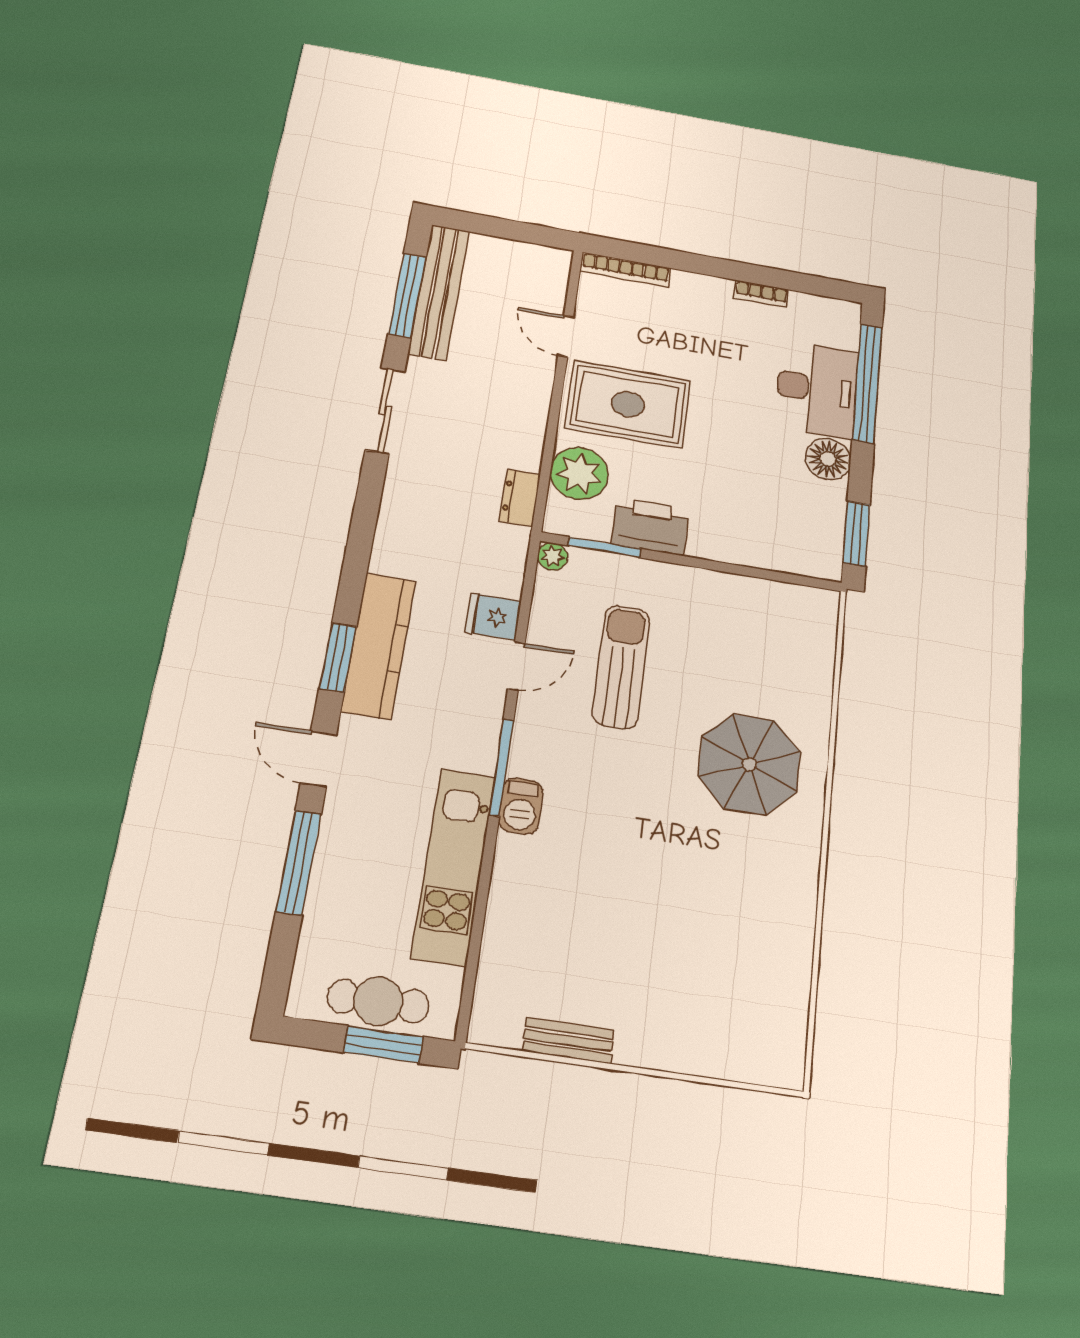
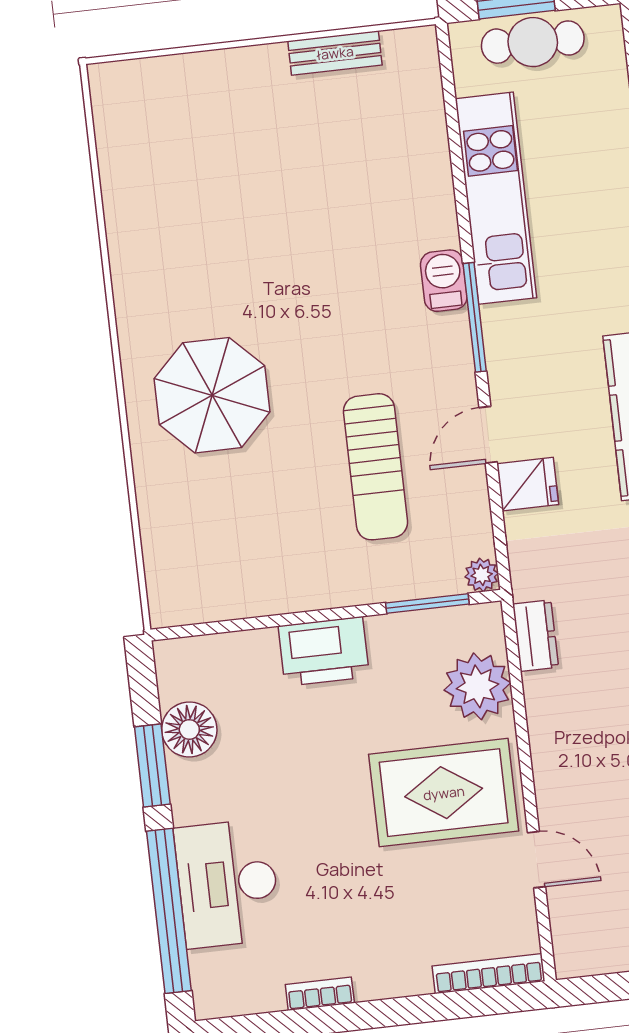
floor lamp: (828, 459) -> (189, 730), moved
printer: (650, 526) -> (324, 651), moved
window: (856, 534) -> (152, 766), moved

